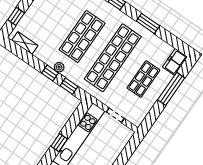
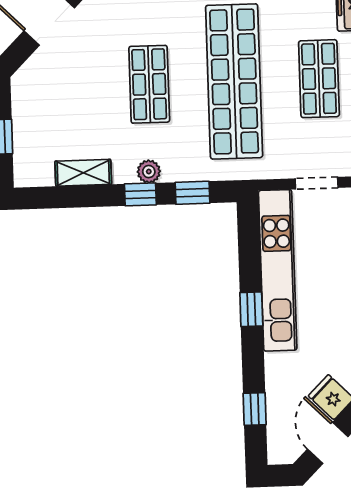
shop shelf: (82, 37) -> (149, 84), width x0.70, depth x0.74
shelving: (25, 43) -> (83, 173), moved

